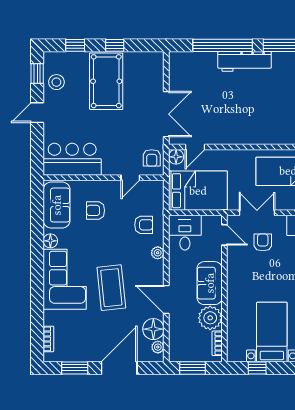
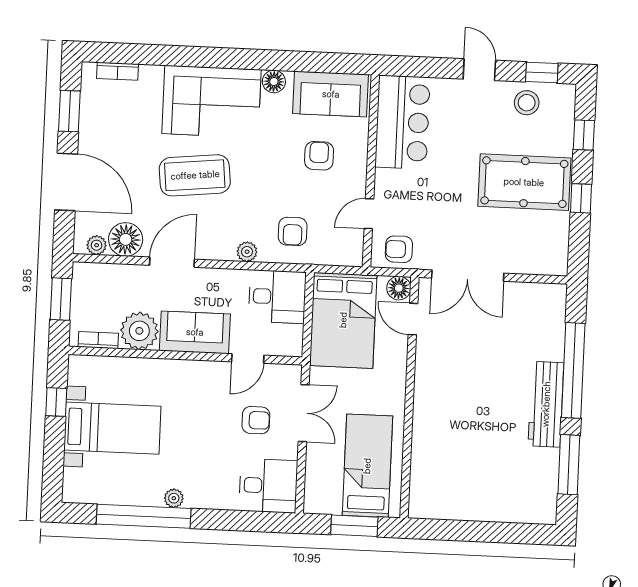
door: (130, 178) -> (369, 214), hinge flipped
door: (224, 235) -> (248, 358), moved

